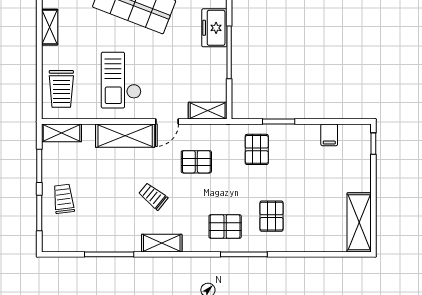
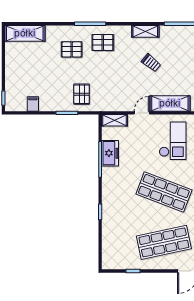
freezer: (214, 28) -> (110, 153), moved
pallet: (196, 162) -> (122, 86), removed
pallet: (271, 216) -> (72, 49), turned 90
shelving: (359, 222) -> (25, 33), moved, turned 90

